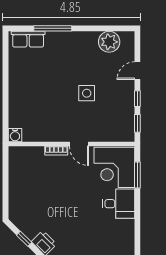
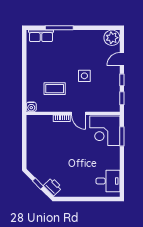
plant: (109, 42) -> (112, 38), moved
coffee table: (47, 111) -> (55, 89), added
desk: (119, 204) -> (108, 181), moved

